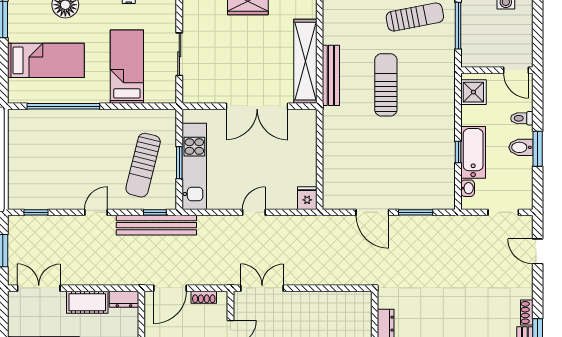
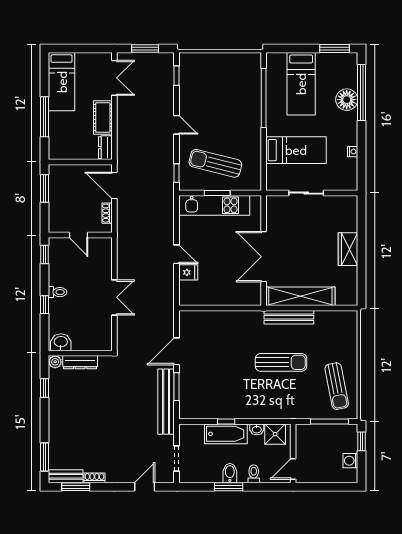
washbasin: (468, 188) -> (257, 429), moved
fridge: (307, 198) -> (188, 272), moved
bench: (156, 225) -> (166, 402), moved
double door: (262, 288) -> (114, 297), moved

